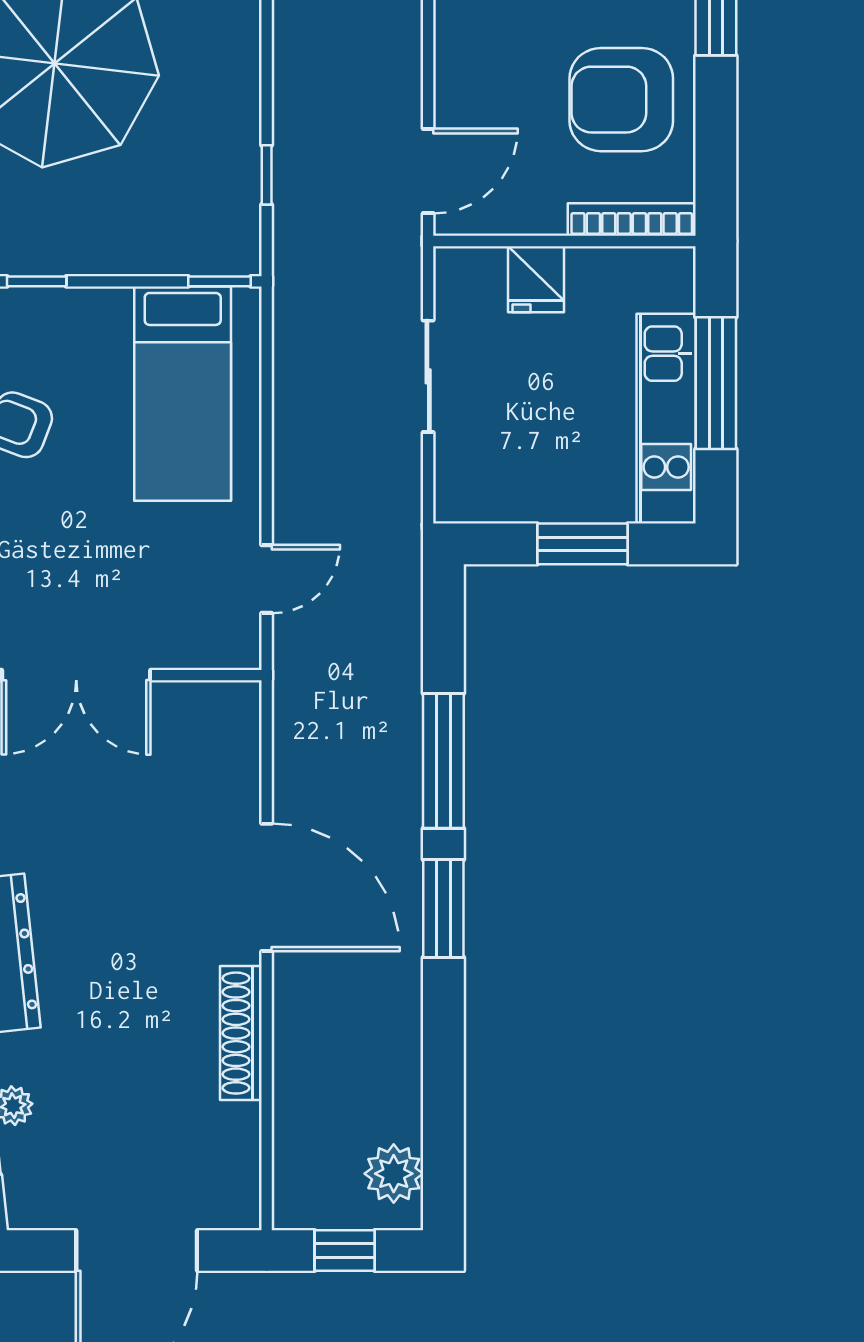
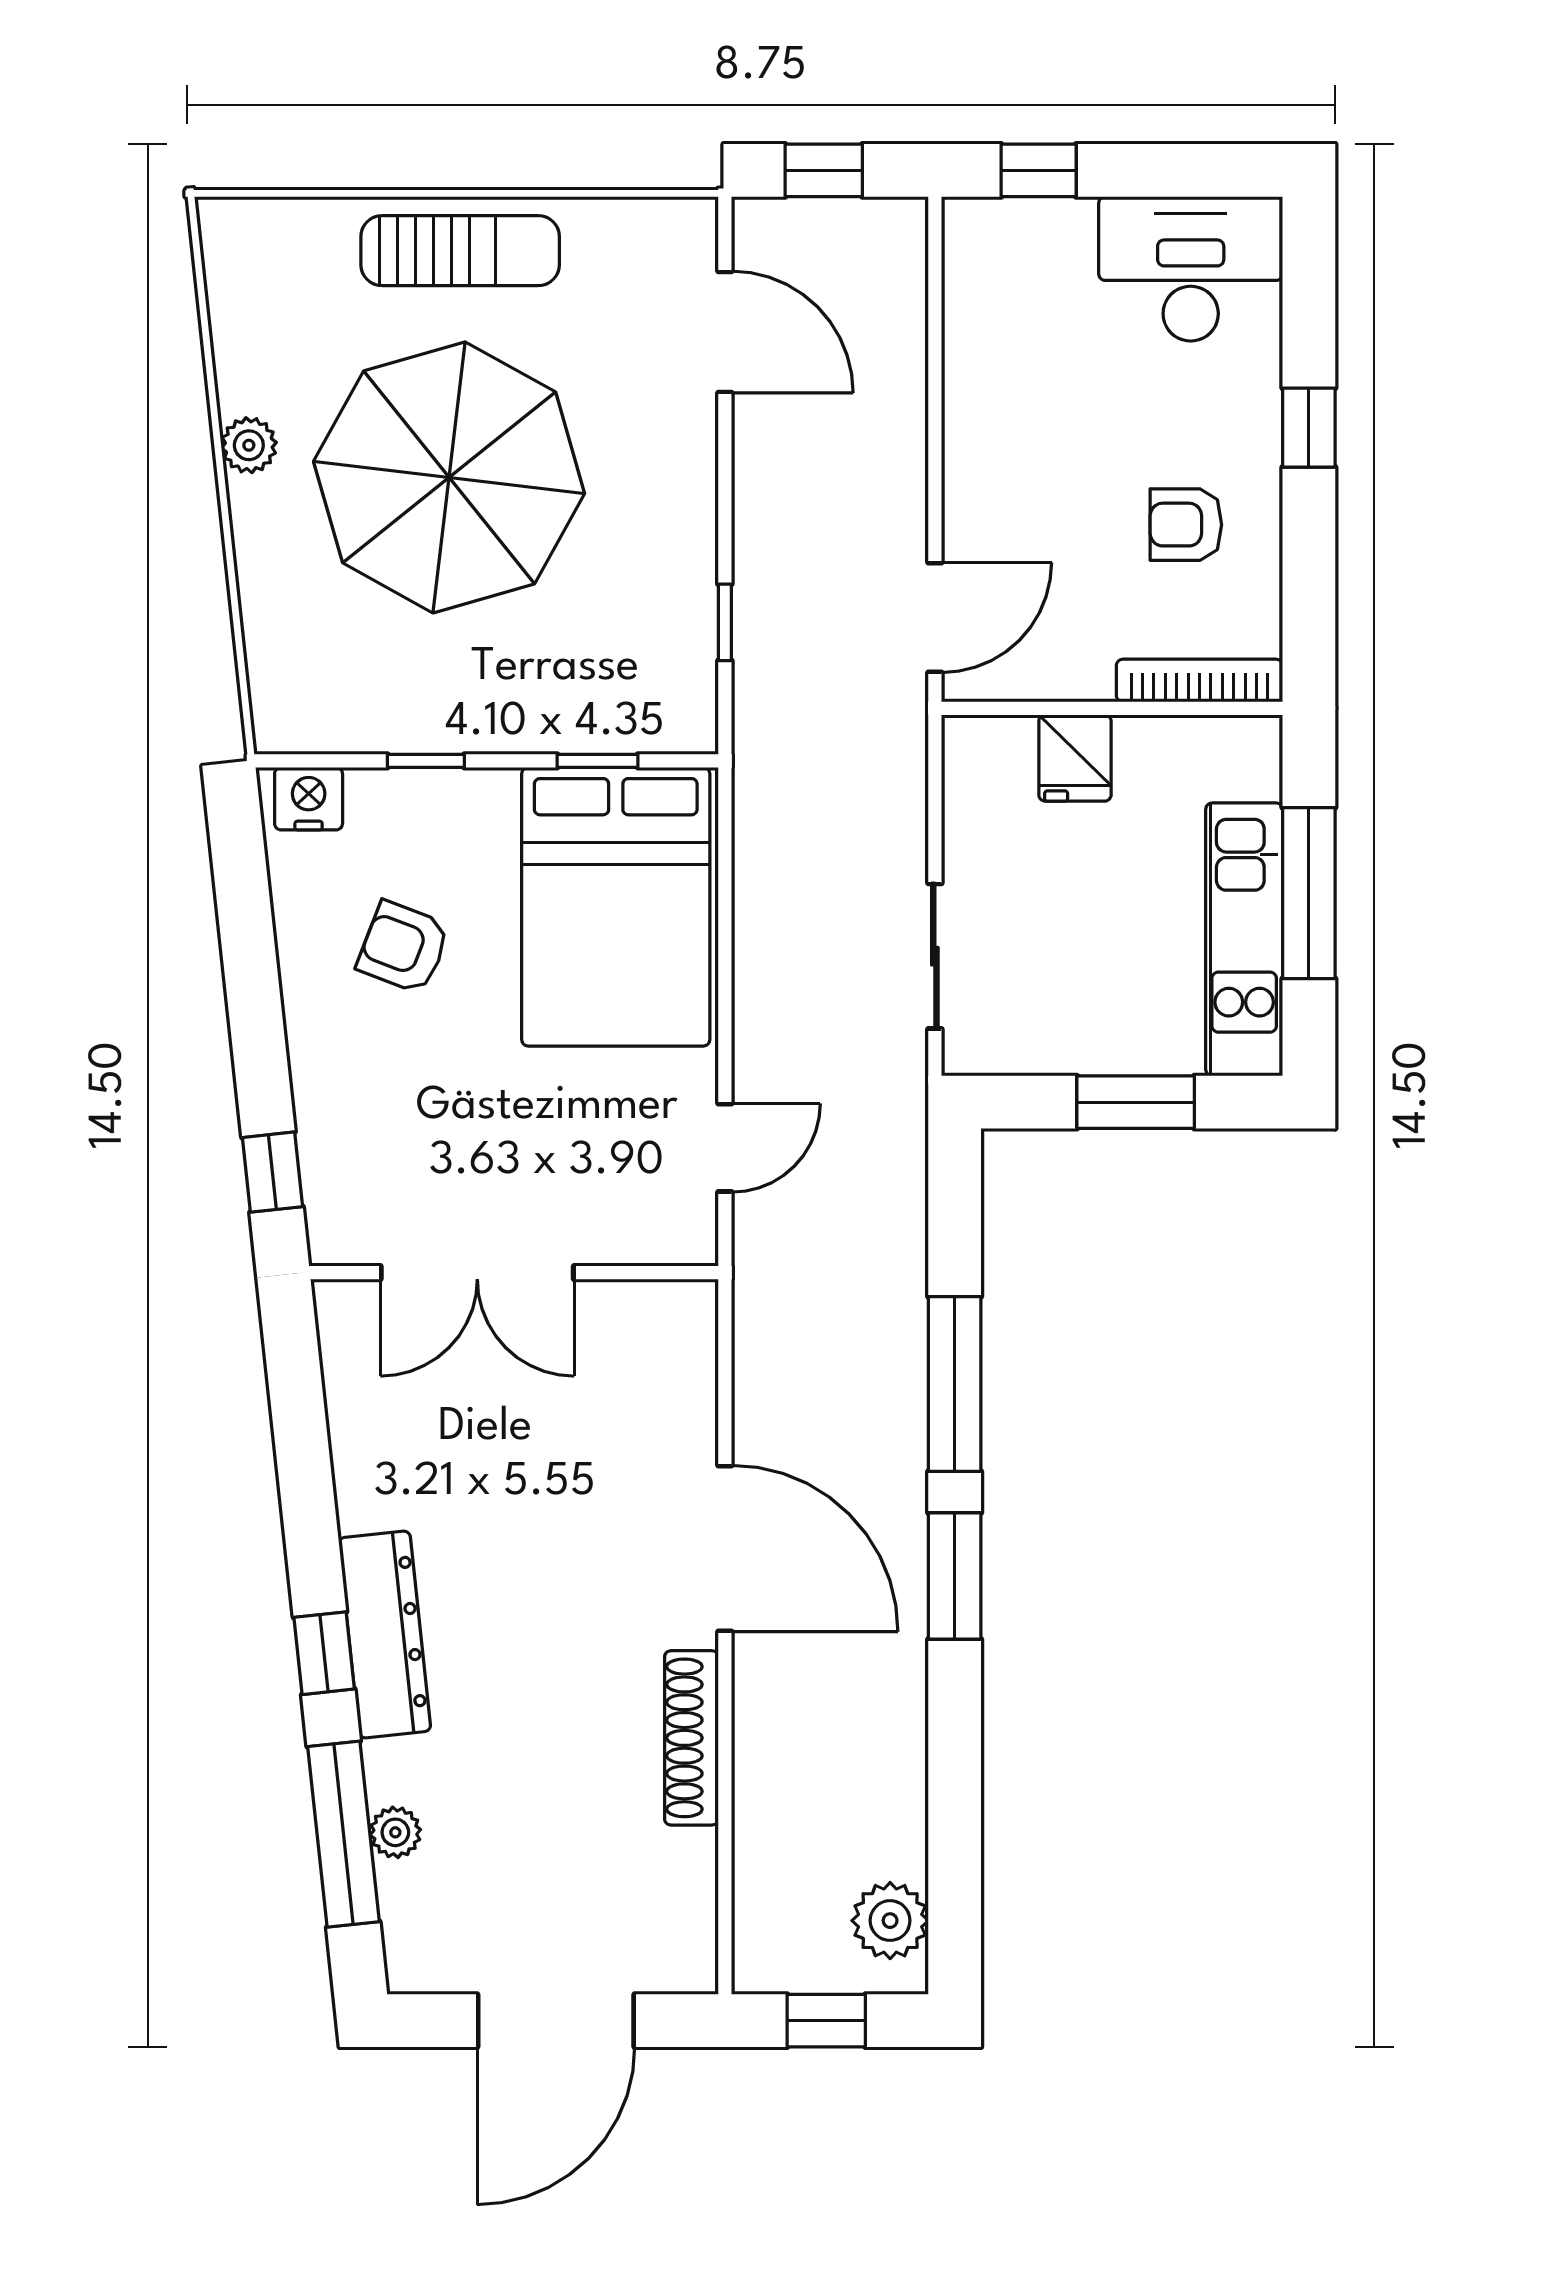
armchair: (621, 100) -> (1186, 525), width x0.53, depth x0.53
window: (220, 281) -> (598, 761), moved
sliding door: (428, 376) -> (935, 956), moved
bed: (183, 394) -> (616, 907), width x1.50

